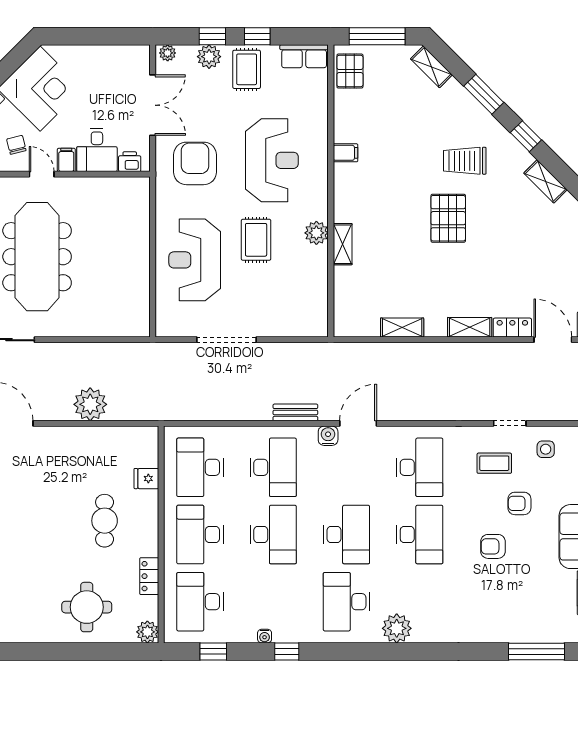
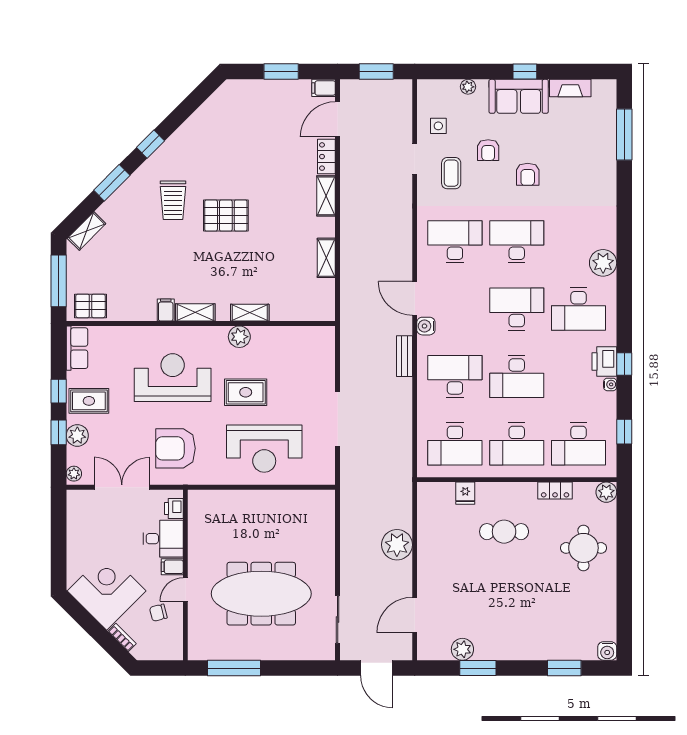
shelving: (546, 181) -> (195, 312), moved, turned 45
desk: (273, 535) -> (517, 376), turned 180
printer: (289, 630) -> (604, 362), added

